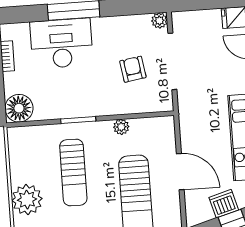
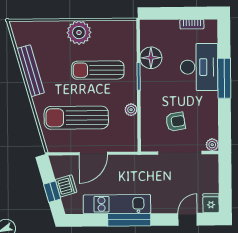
floor lamp: (19, 108) -> (151, 58), moved

